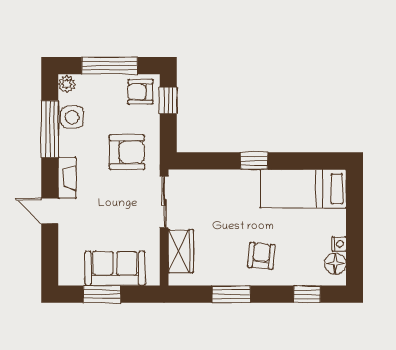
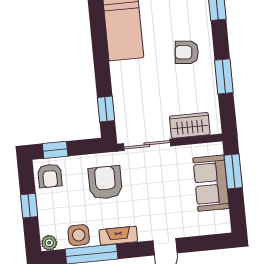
window: (110, 66) -> (29, 206), width x0.46
window: (254, 161) -> (106, 109), moved
fireplace: (67, 178) -> (118, 236), moved
window: (102, 294) -> (233, 171), moved

